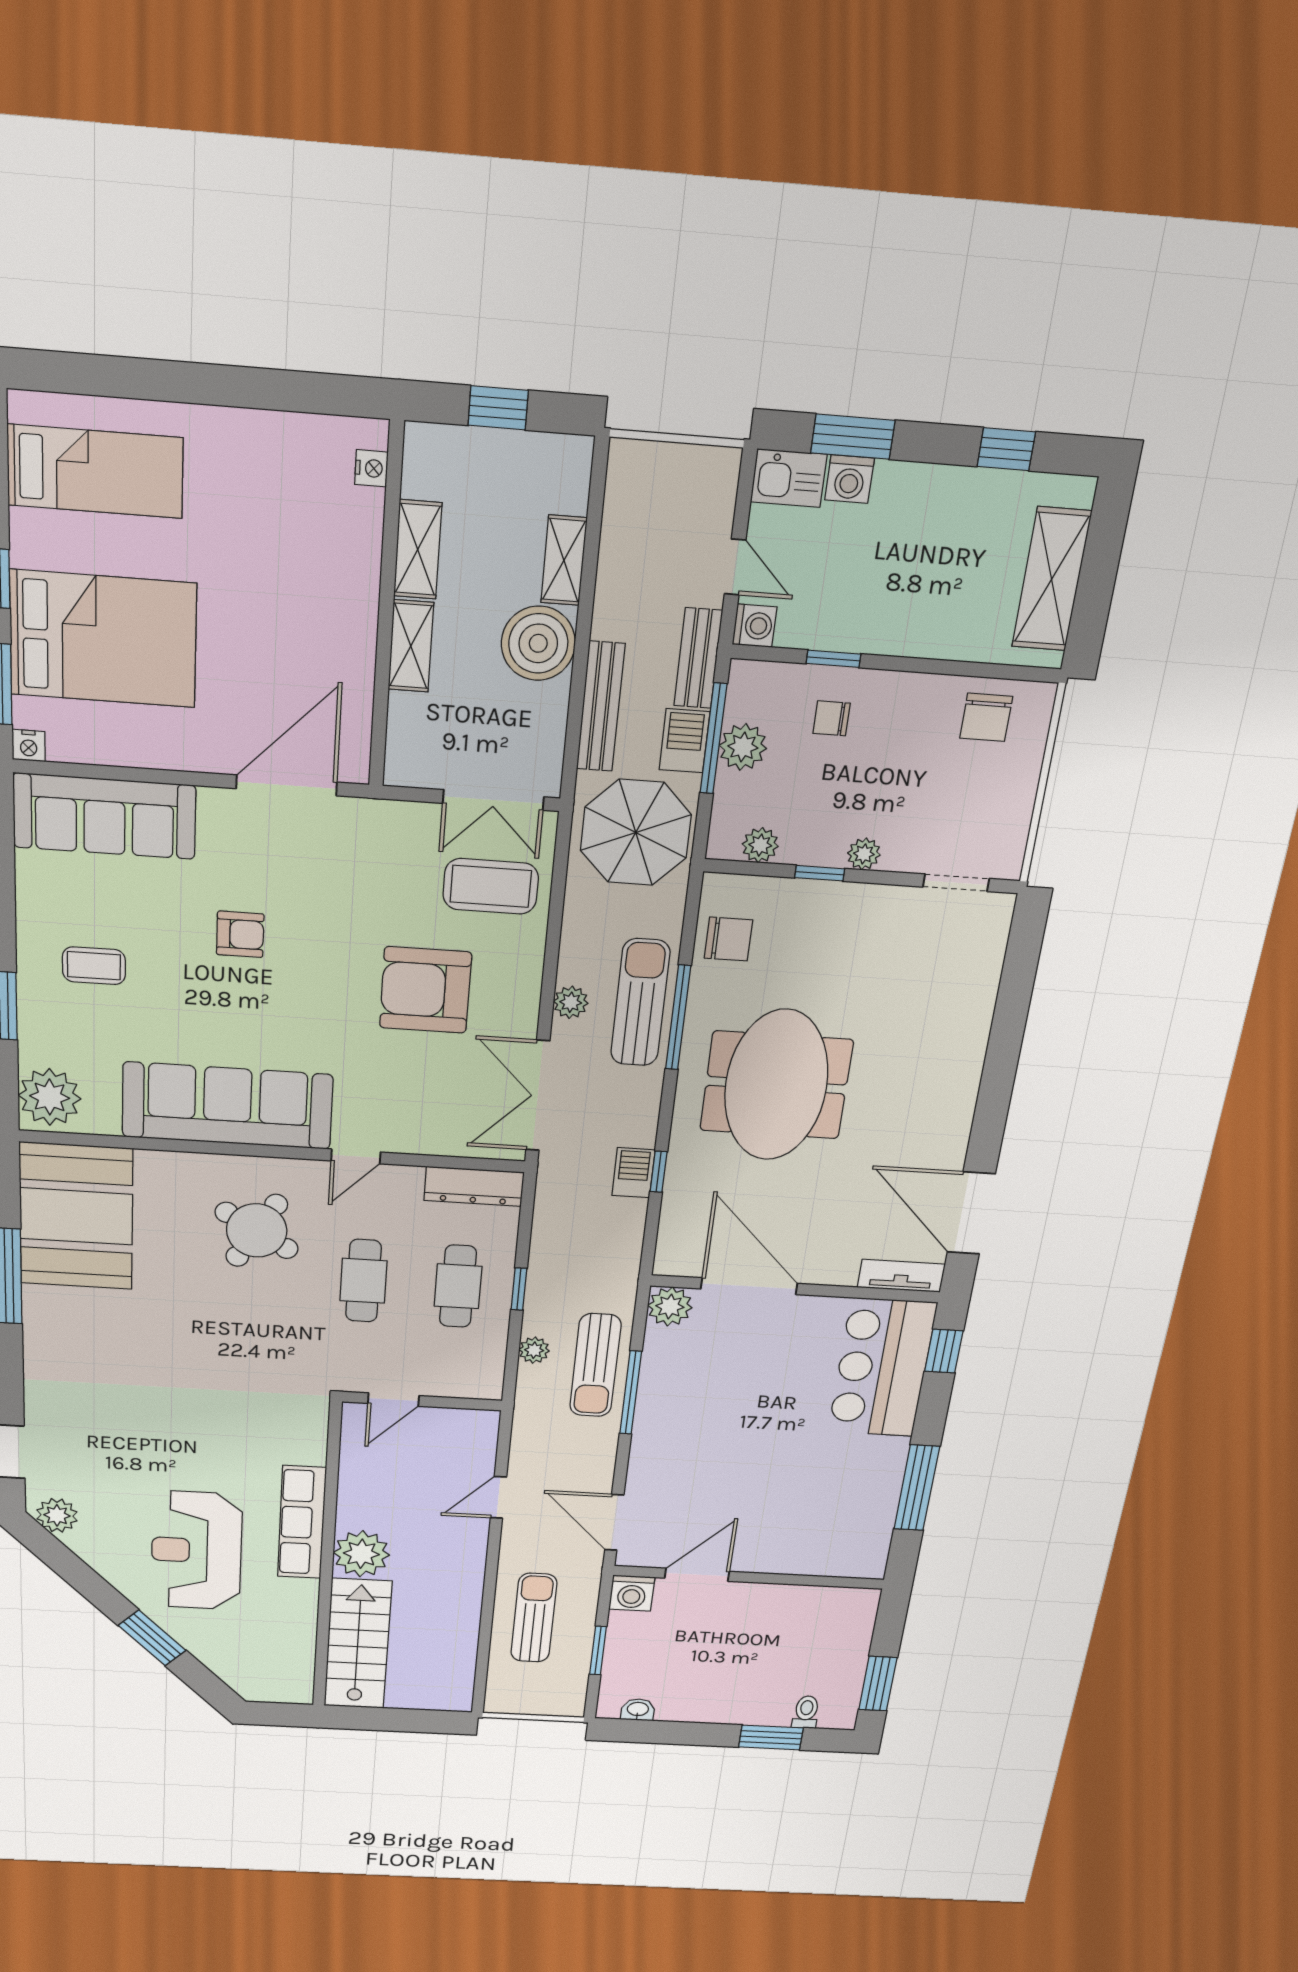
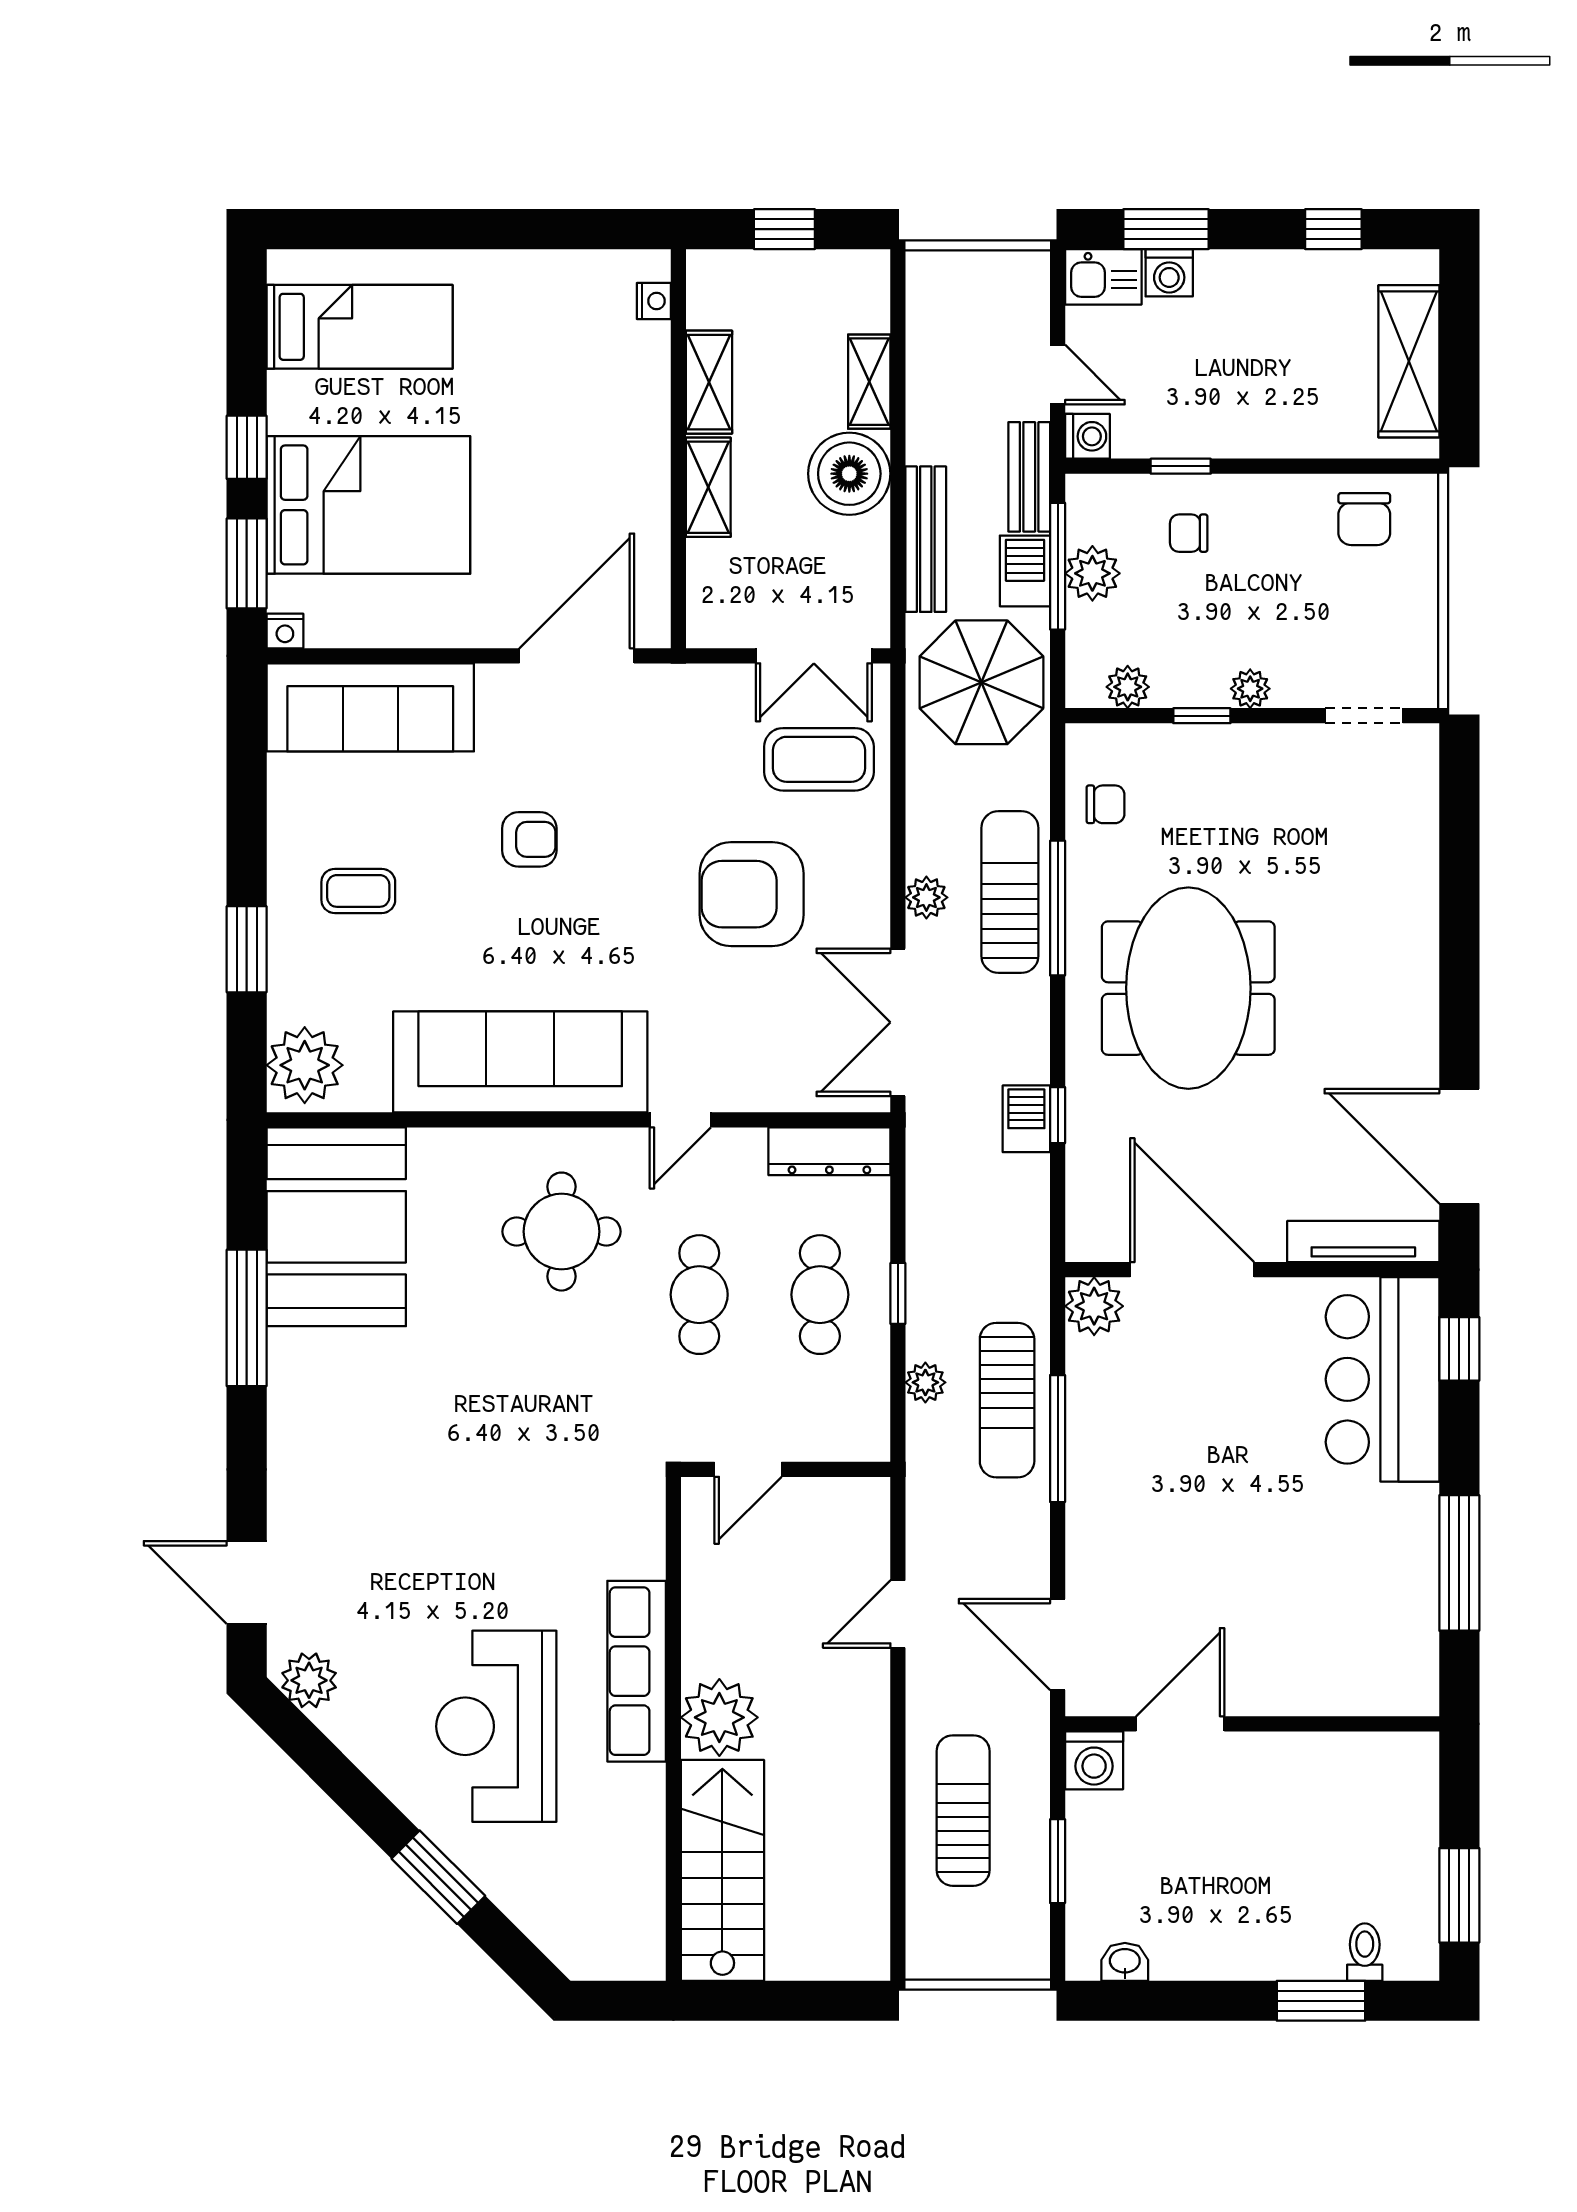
chair: (728, 939) -> (1106, 804), width x0.73, depth x0.73
round table: (257, 1230) -> (562, 1232), turned -31
tv unit: (901, 1276) -> (1363, 1242), width x1.41

